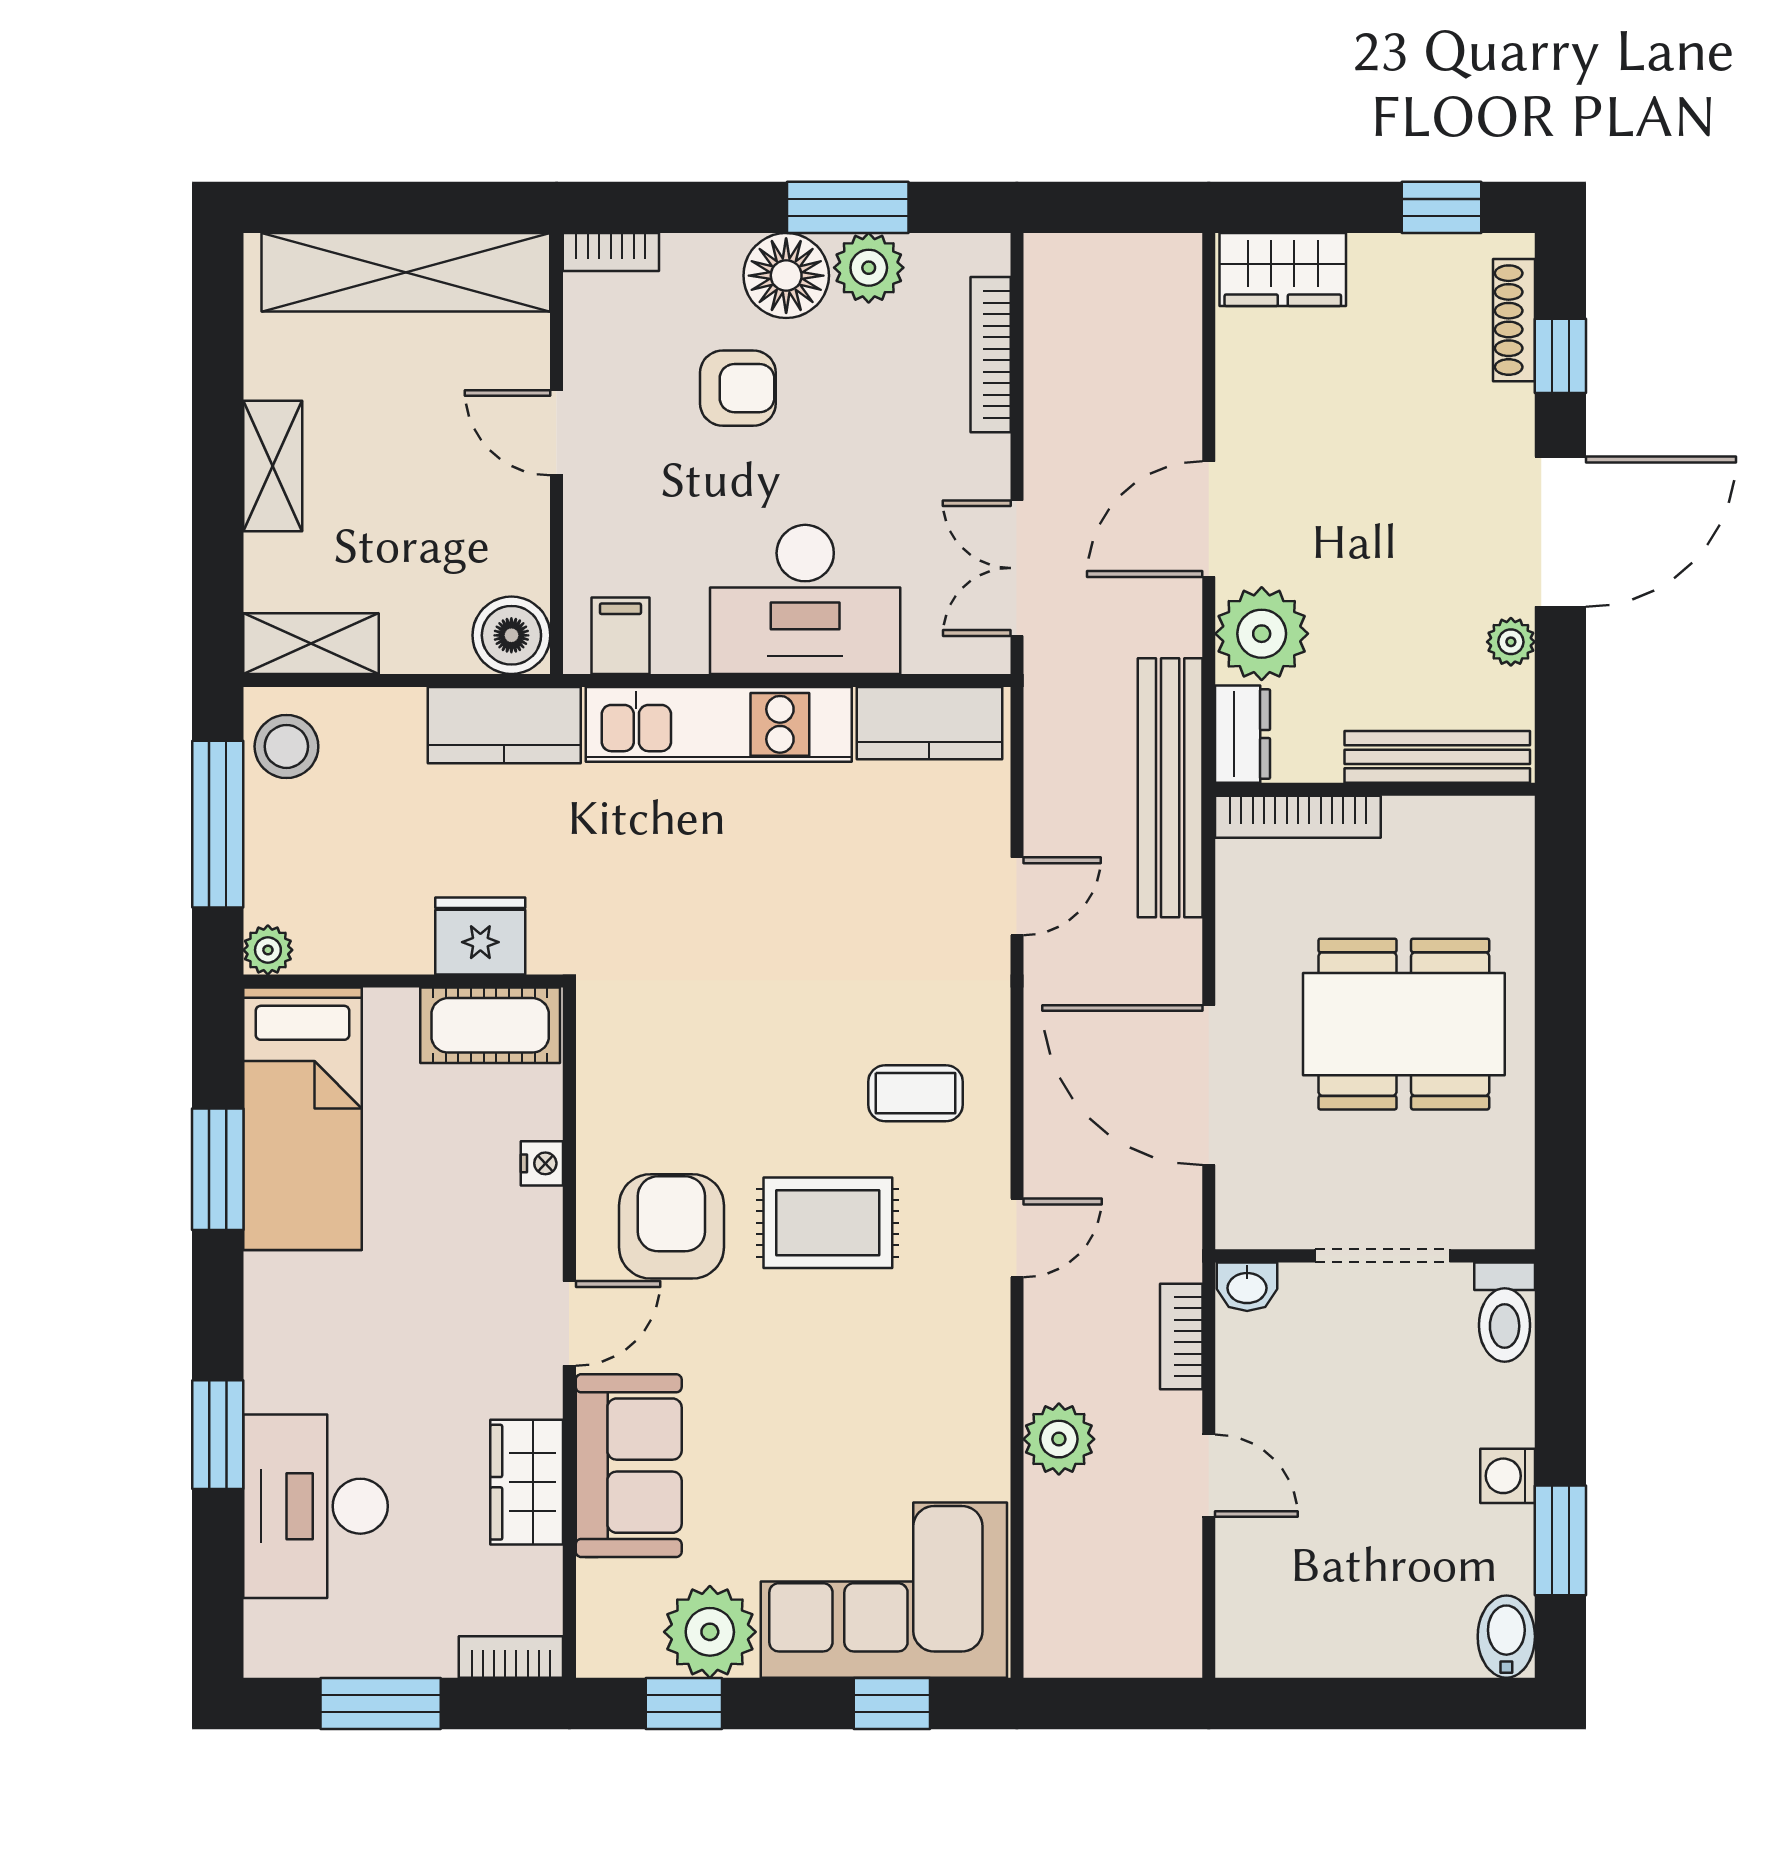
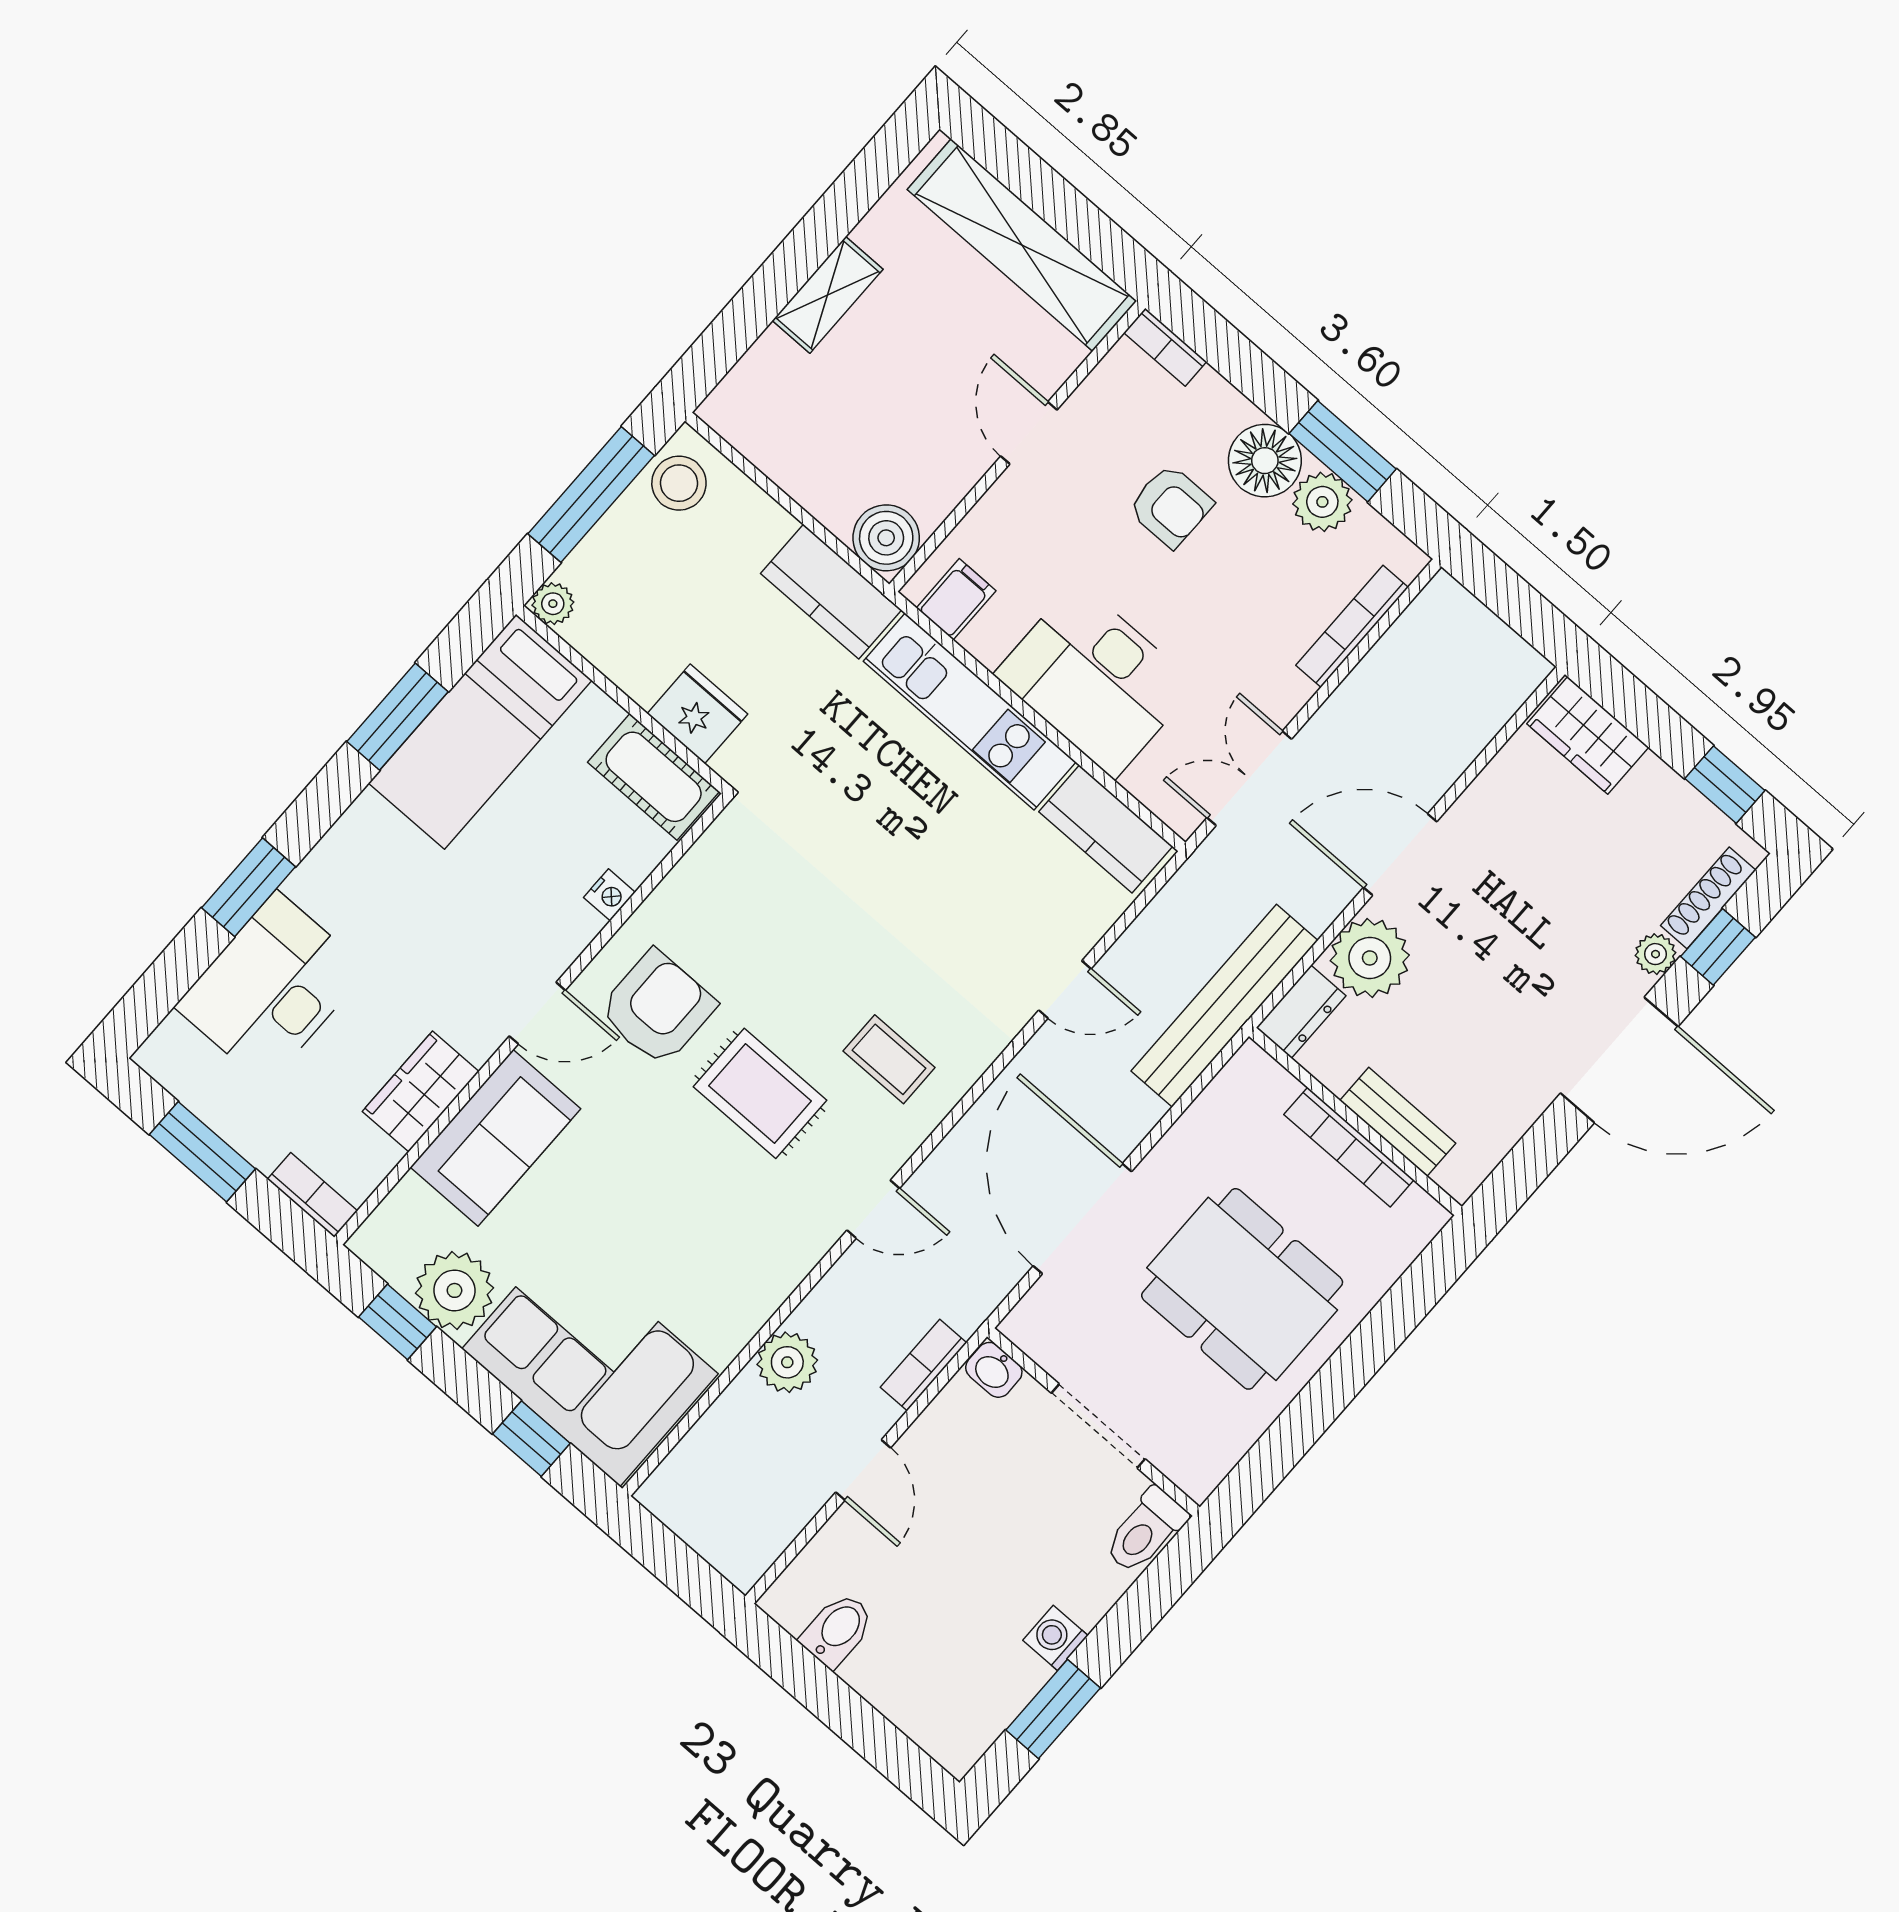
plant: (1511, 642) -> (1655, 954), moved
shelving: (311, 644) -> (753, 431), removed
bench: (1437, 757) -> (1398, 1122), width x0.73
bookcase: (1298, 817) -> (1349, 1147), moved
bidet: (1506, 1637) -> (837, 1630), moved

